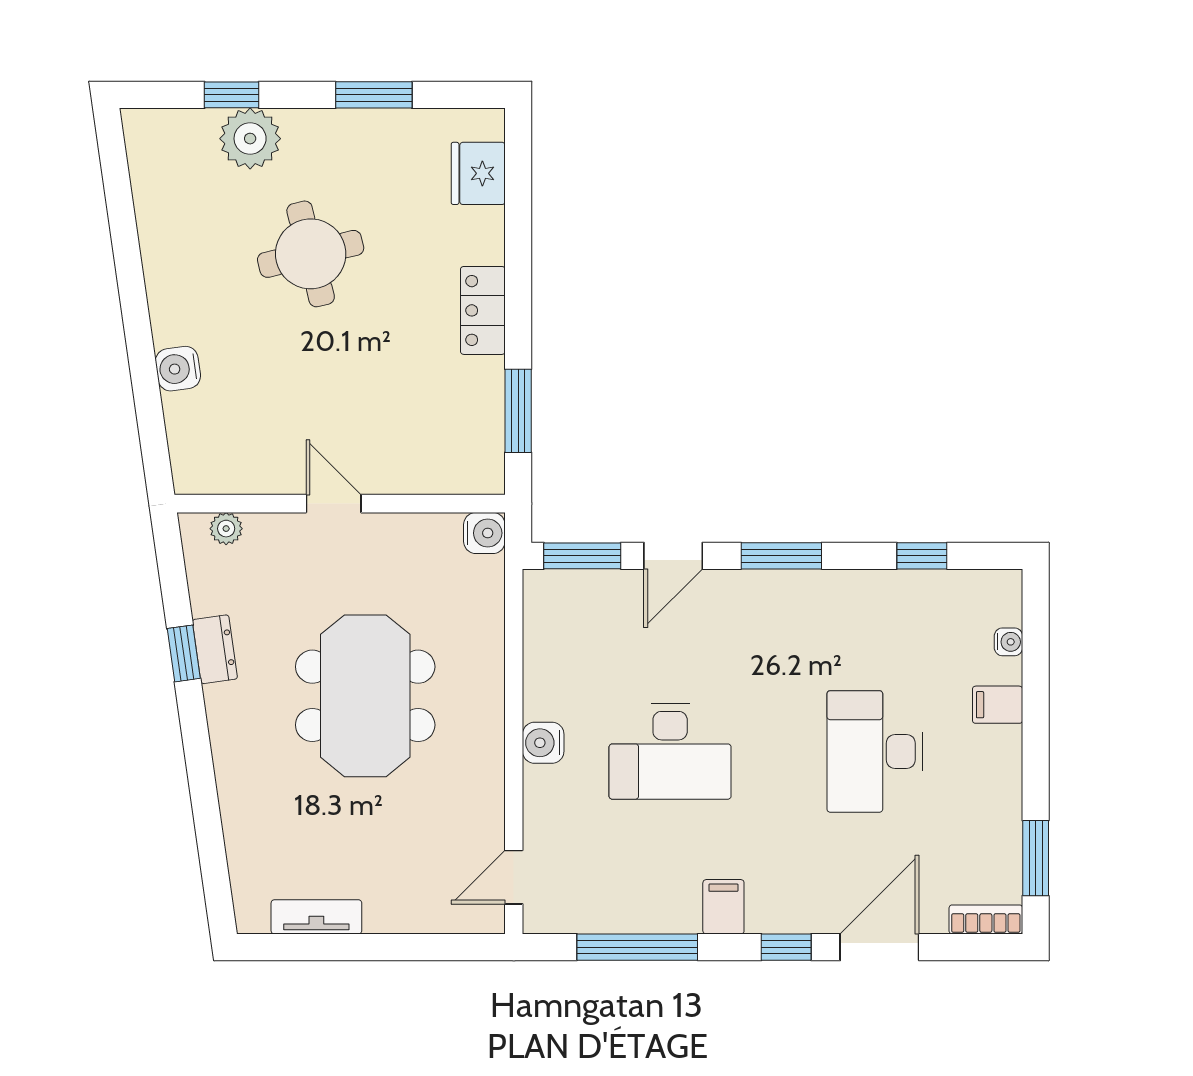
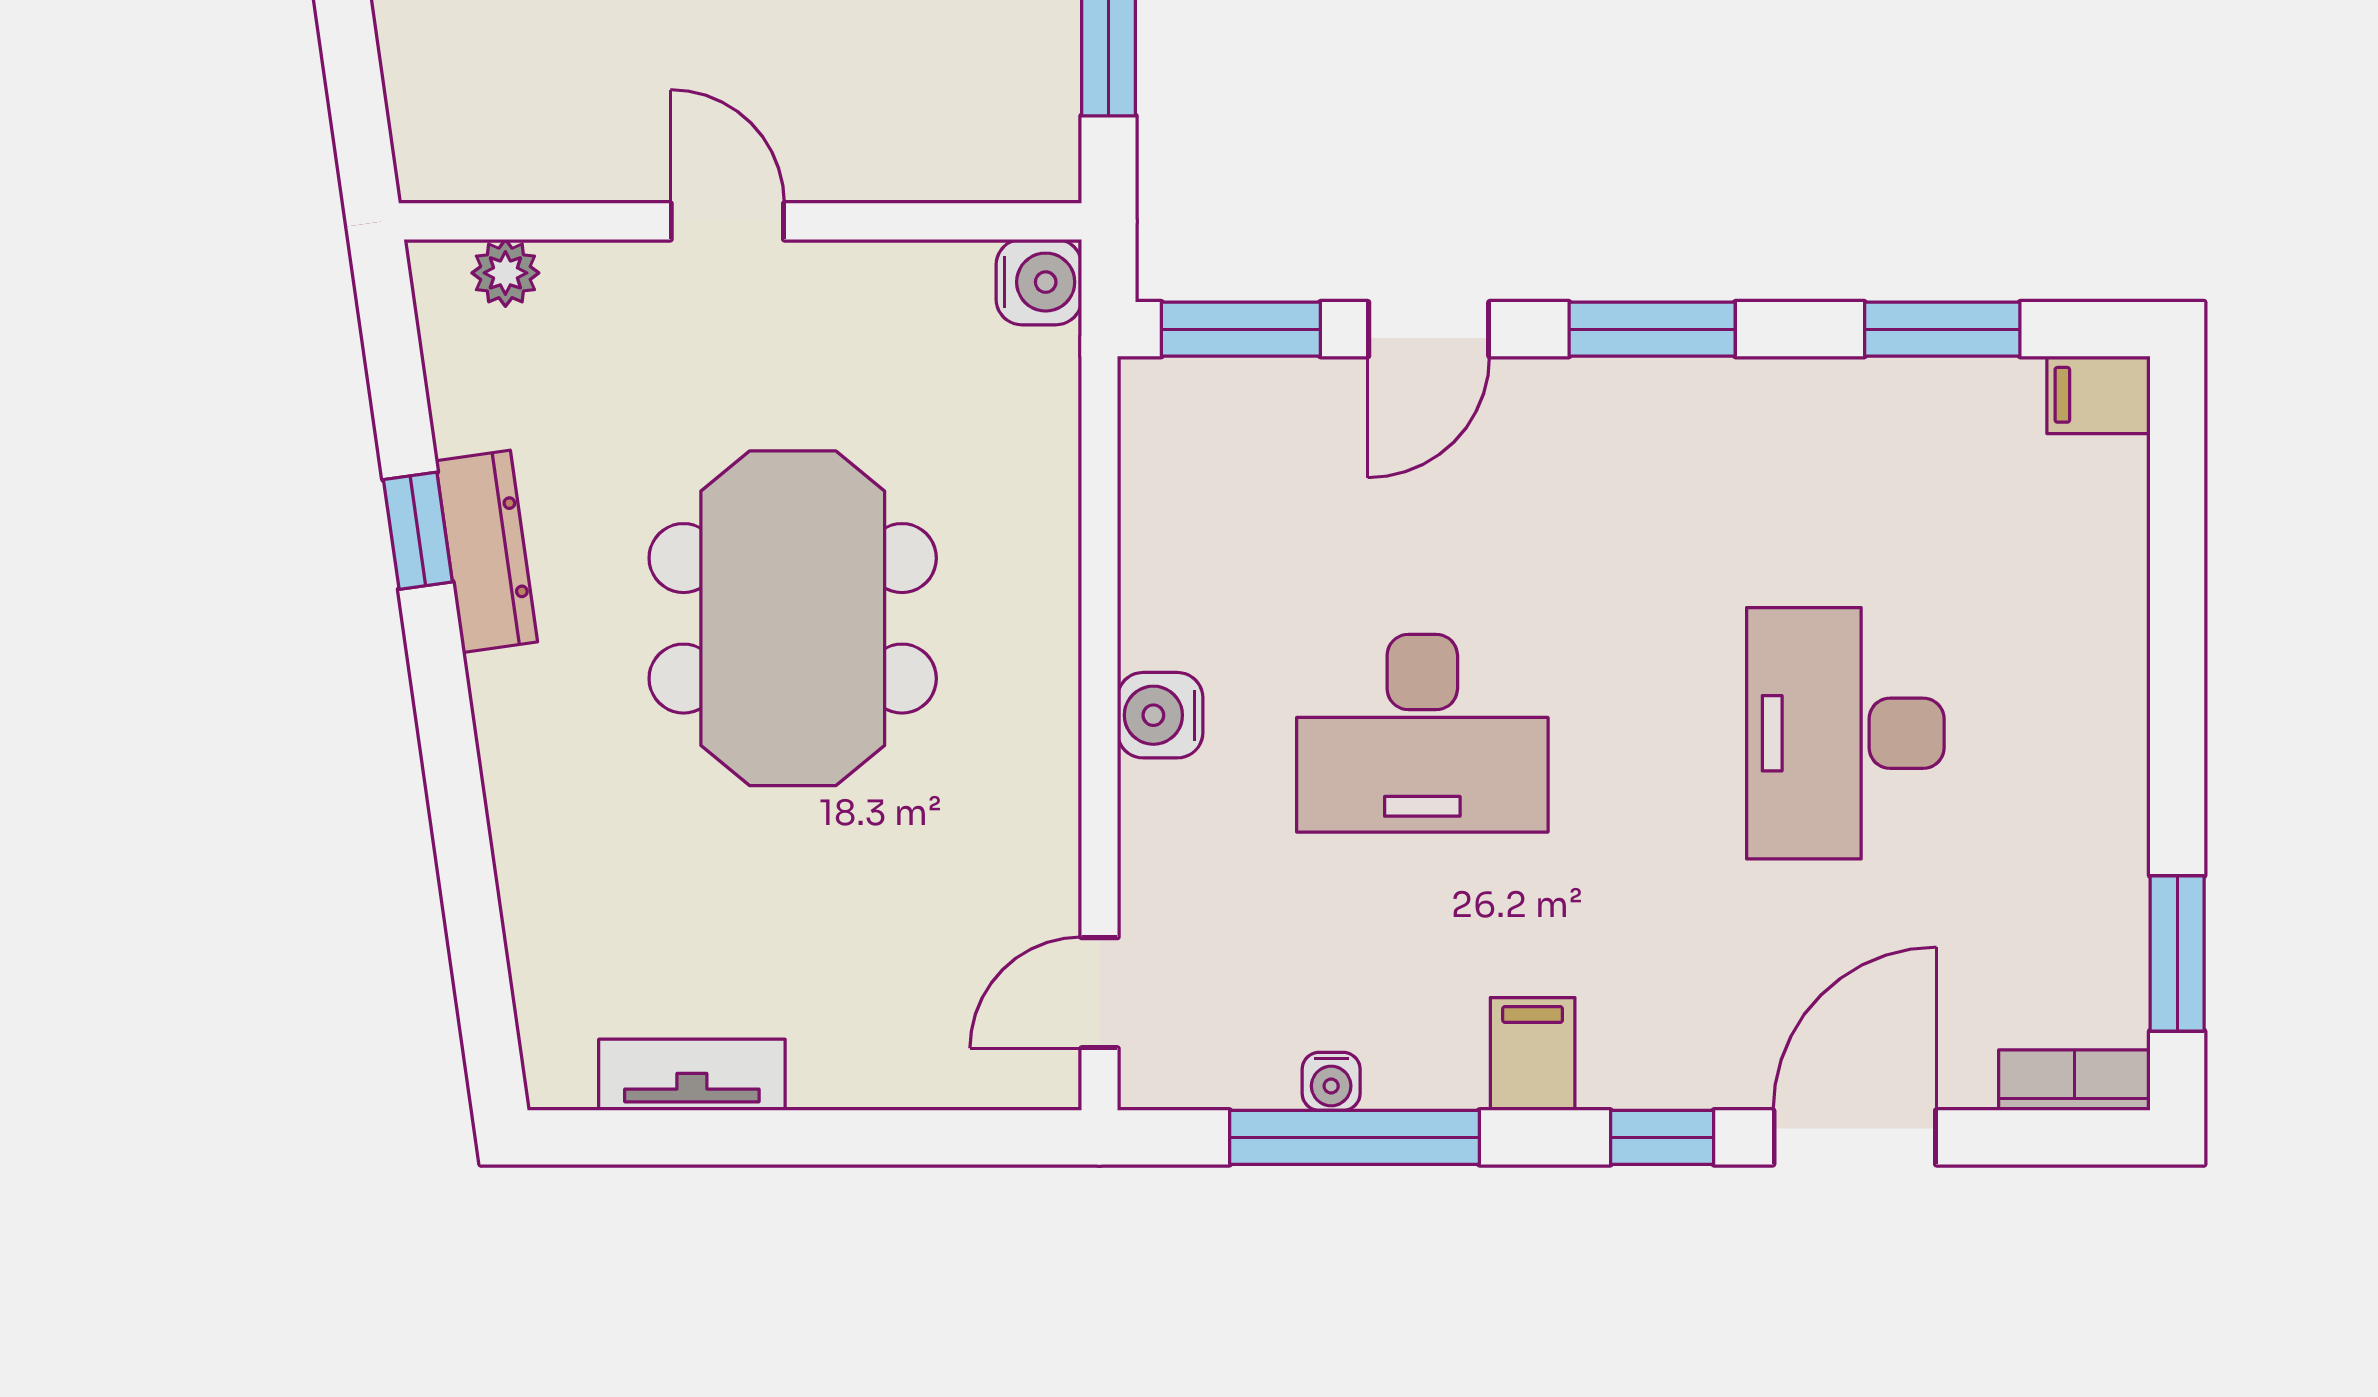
window: (922, 556) -> (1942, 329), width x1.50
water cooler: (1008, 642) -> (1331, 1081), moved, turned 90
dresser: (215, 649) -> (486, 551), width x1.44
filing cabinet: (998, 705) -> (2099, 395), moved

